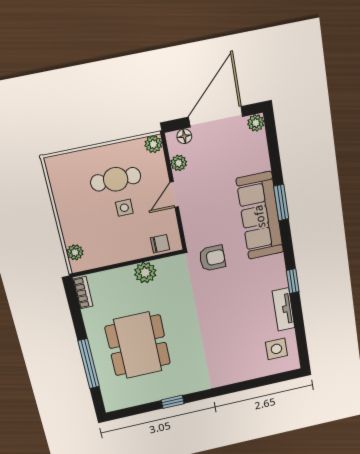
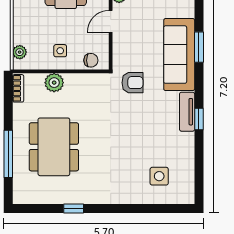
side table: (124, 208) -> (60, 51), moved
plant: (145, 273) -> (54, 83), moved
tv unit: (284, 309) -> (187, 112), moved
side table: (276, 349) -> (159, 176), moved

